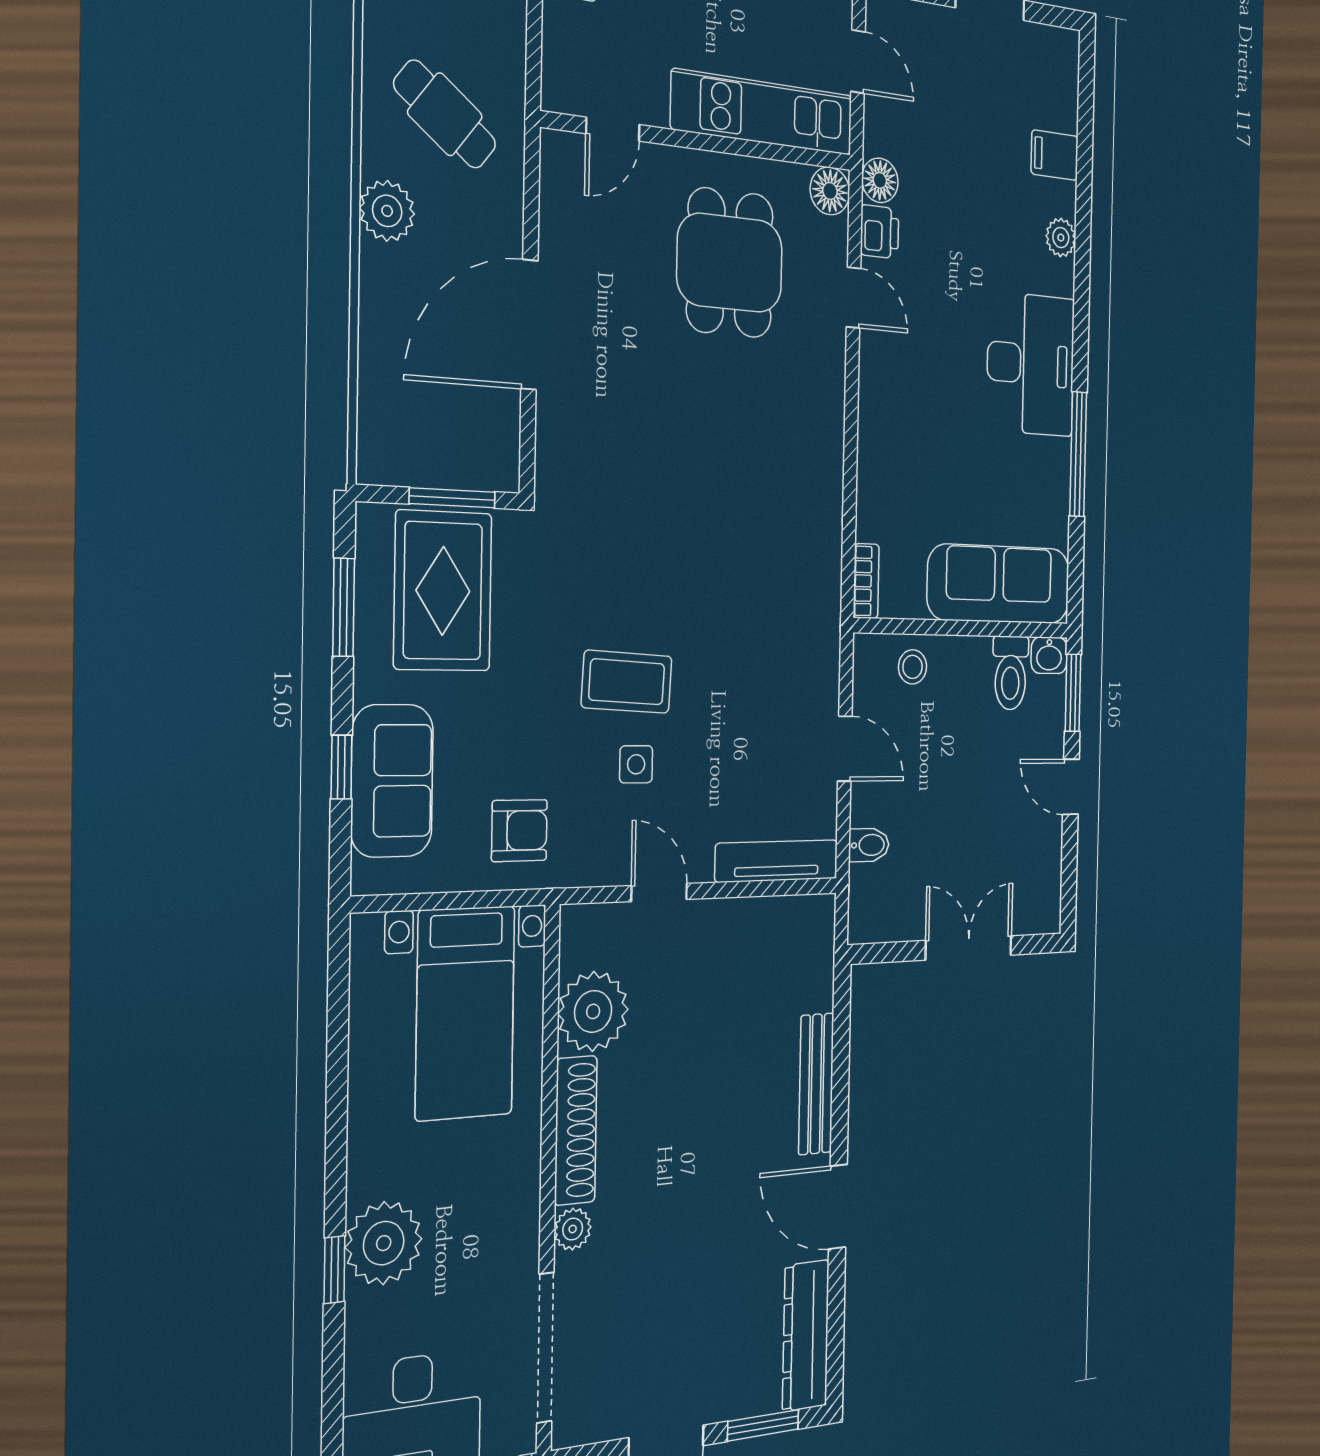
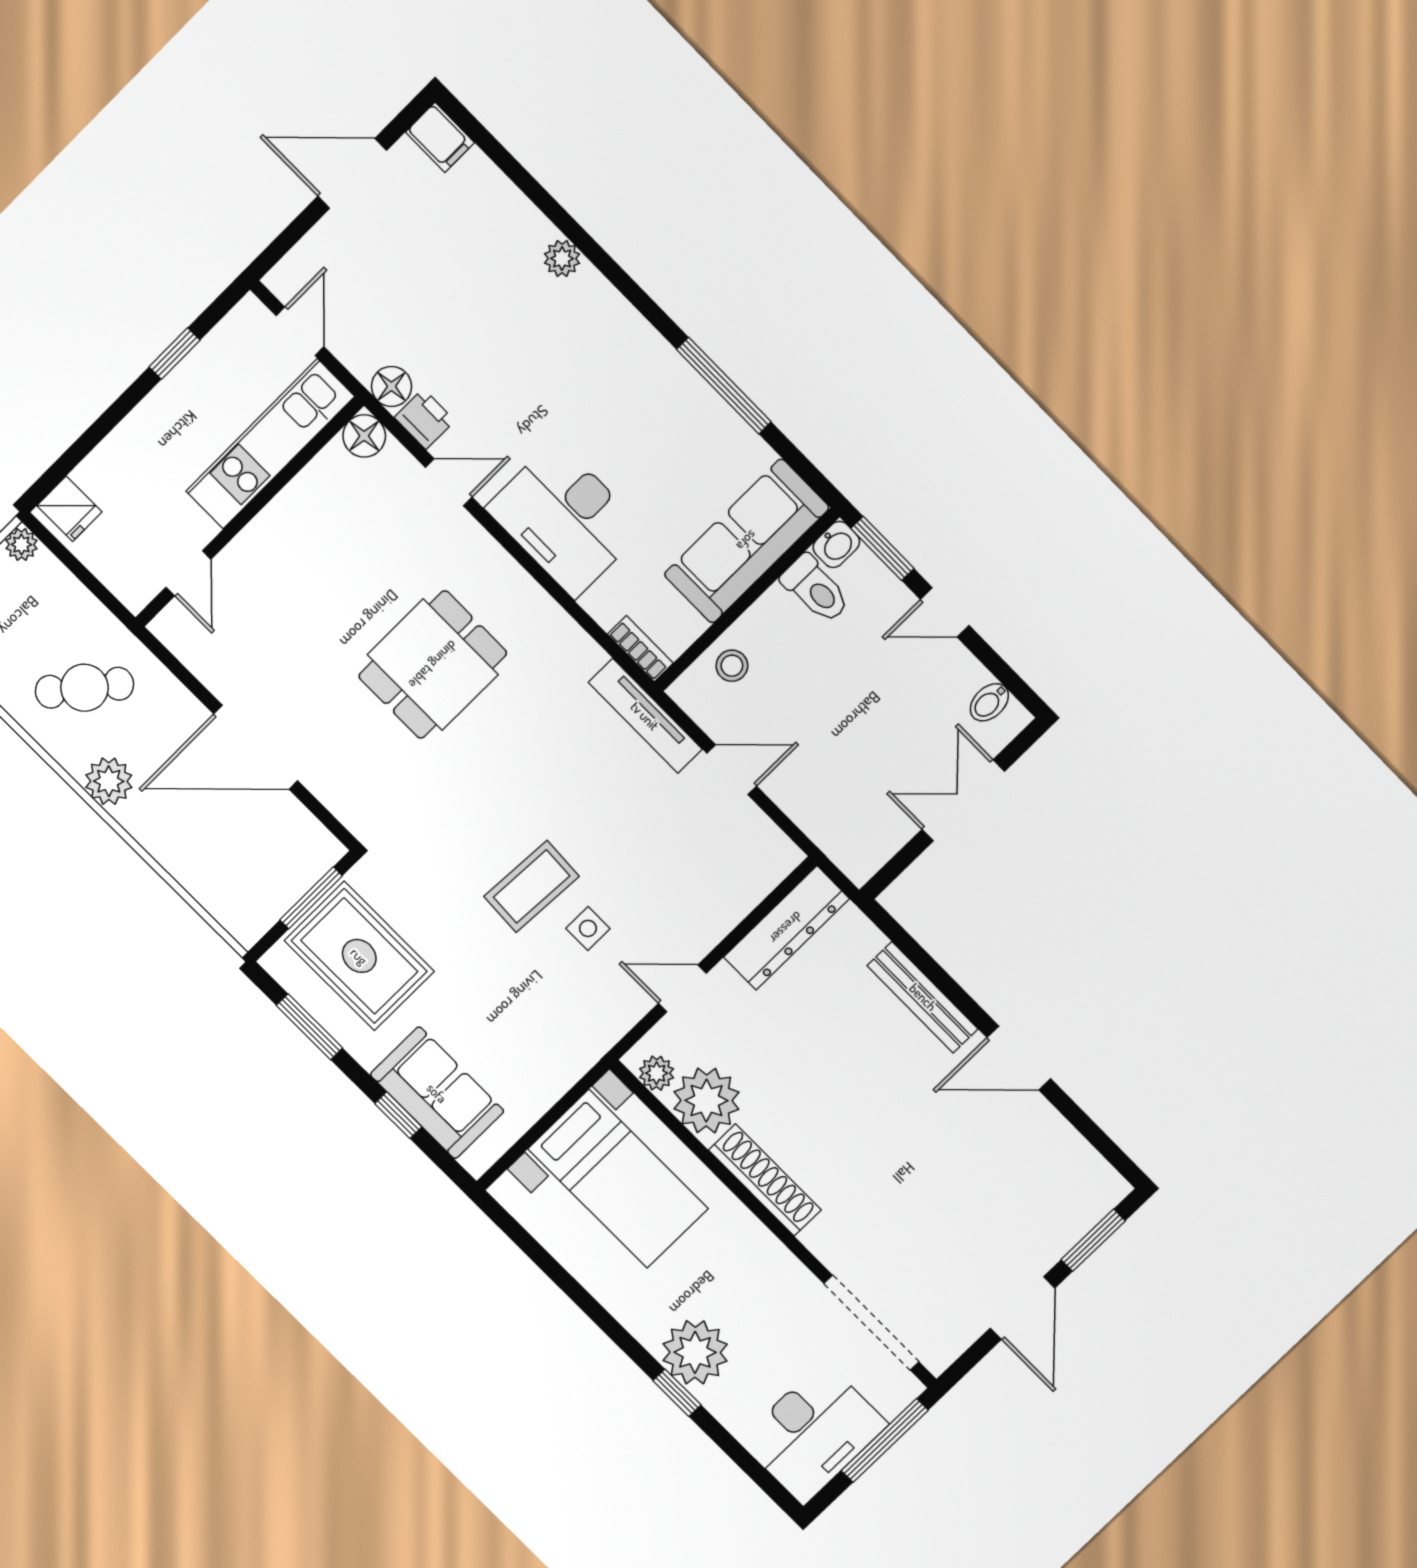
door: (858, 62) -> (300, 331), hinge flipped
filing cabinet: (1055, 155) -> (440, 137), moved, turned -90
dining table: (730, 263) -> (433, 665), moved, turned 90
door: (529, 325) -> (256, 747), hinge flipped
desk: (1031, 364) -> (565, 519), moved, turned 180
armchair: (519, 831) -> (548, 1043), removed
bidet: (869, 845) -> (989, 702), moved, turned 180
tv unit: (777, 861) -> (645, 716), moved, turned -90
plant: (573, 1229) -> (657, 1073), moved
dresser: (806, 1336) -> (786, 928), moved, turned -90

